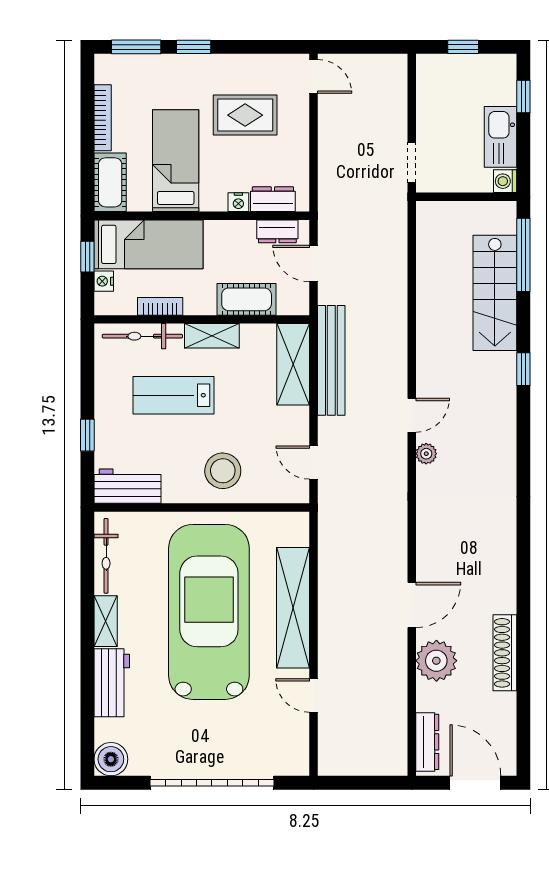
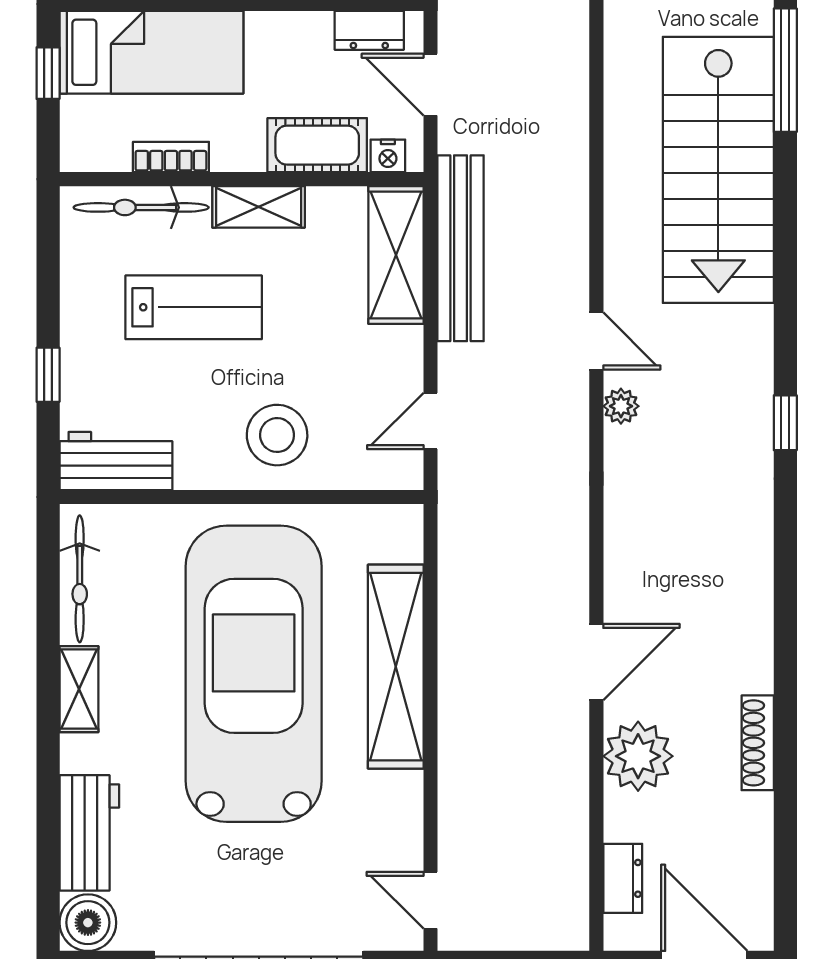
nightstand: (104, 281) -> (388, 156), moved, turned -90
stairs: (495, 293) -> (718, 170), width x1.36, depth x1.51
window: (523, 369) -> (785, 423), moved
lab bench: (173, 395) -> (194, 307), turned 180
door: (412, 415) -> (596, 341), hinge flipped
door: (314, 463) -> (430, 421), hinge flipped
shoe rack: (505, 653) -> (758, 743), width x0.74, depth x0.81
workbench: (112, 683) -> (89, 833), moved
door: (314, 696) -> (430, 900), moved
dresser: (427, 742) -> (623, 878), width x0.70

